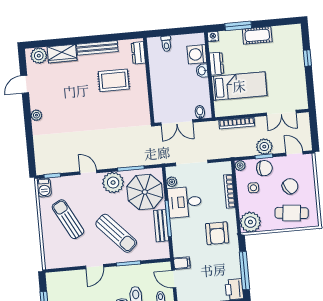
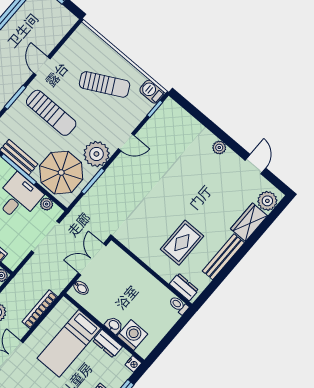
toilet: (166, 44) -> (179, 305), moved
sun lounger: (116, 233) -> (51, 113), turned -137

